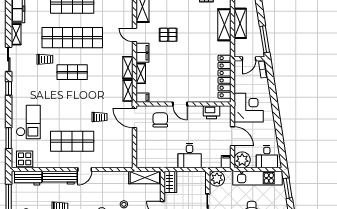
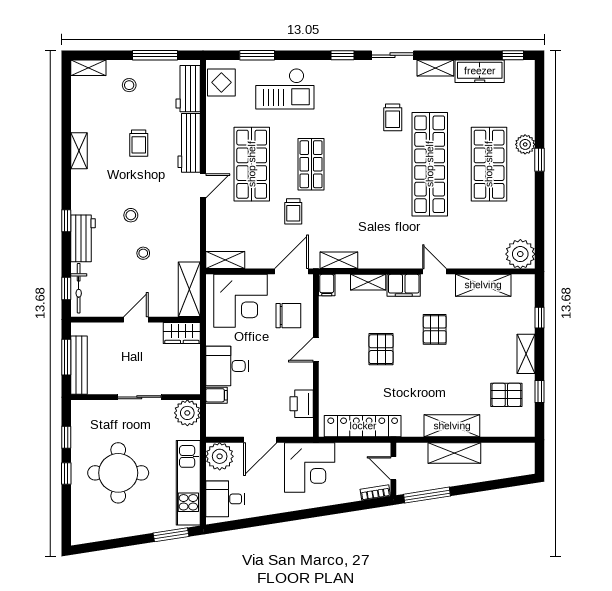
door: (135, 35) -> (434, 271), hinge flipped
pallet: (180, 66) -> (381, 349), added
shelving: (128, 68) -> (225, 260), moved
shop shelf: (72, 72) -> (311, 164), moved
corner desk: (152, 148) -> (241, 301), added
filing cabinet: (226, 162) -> (216, 395), moved
door: (85, 170) -> (203, 186), swing flipped

